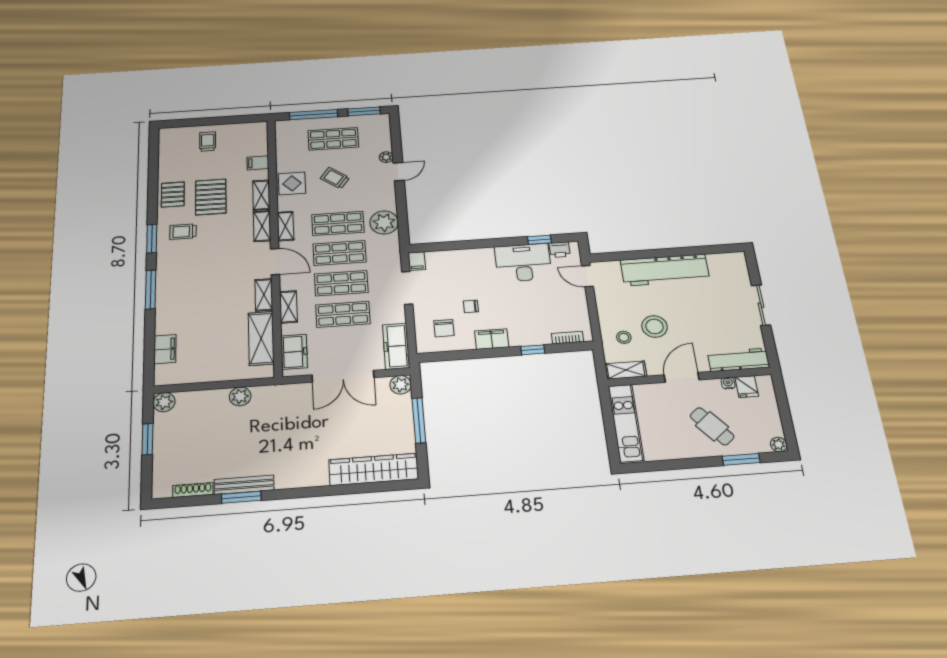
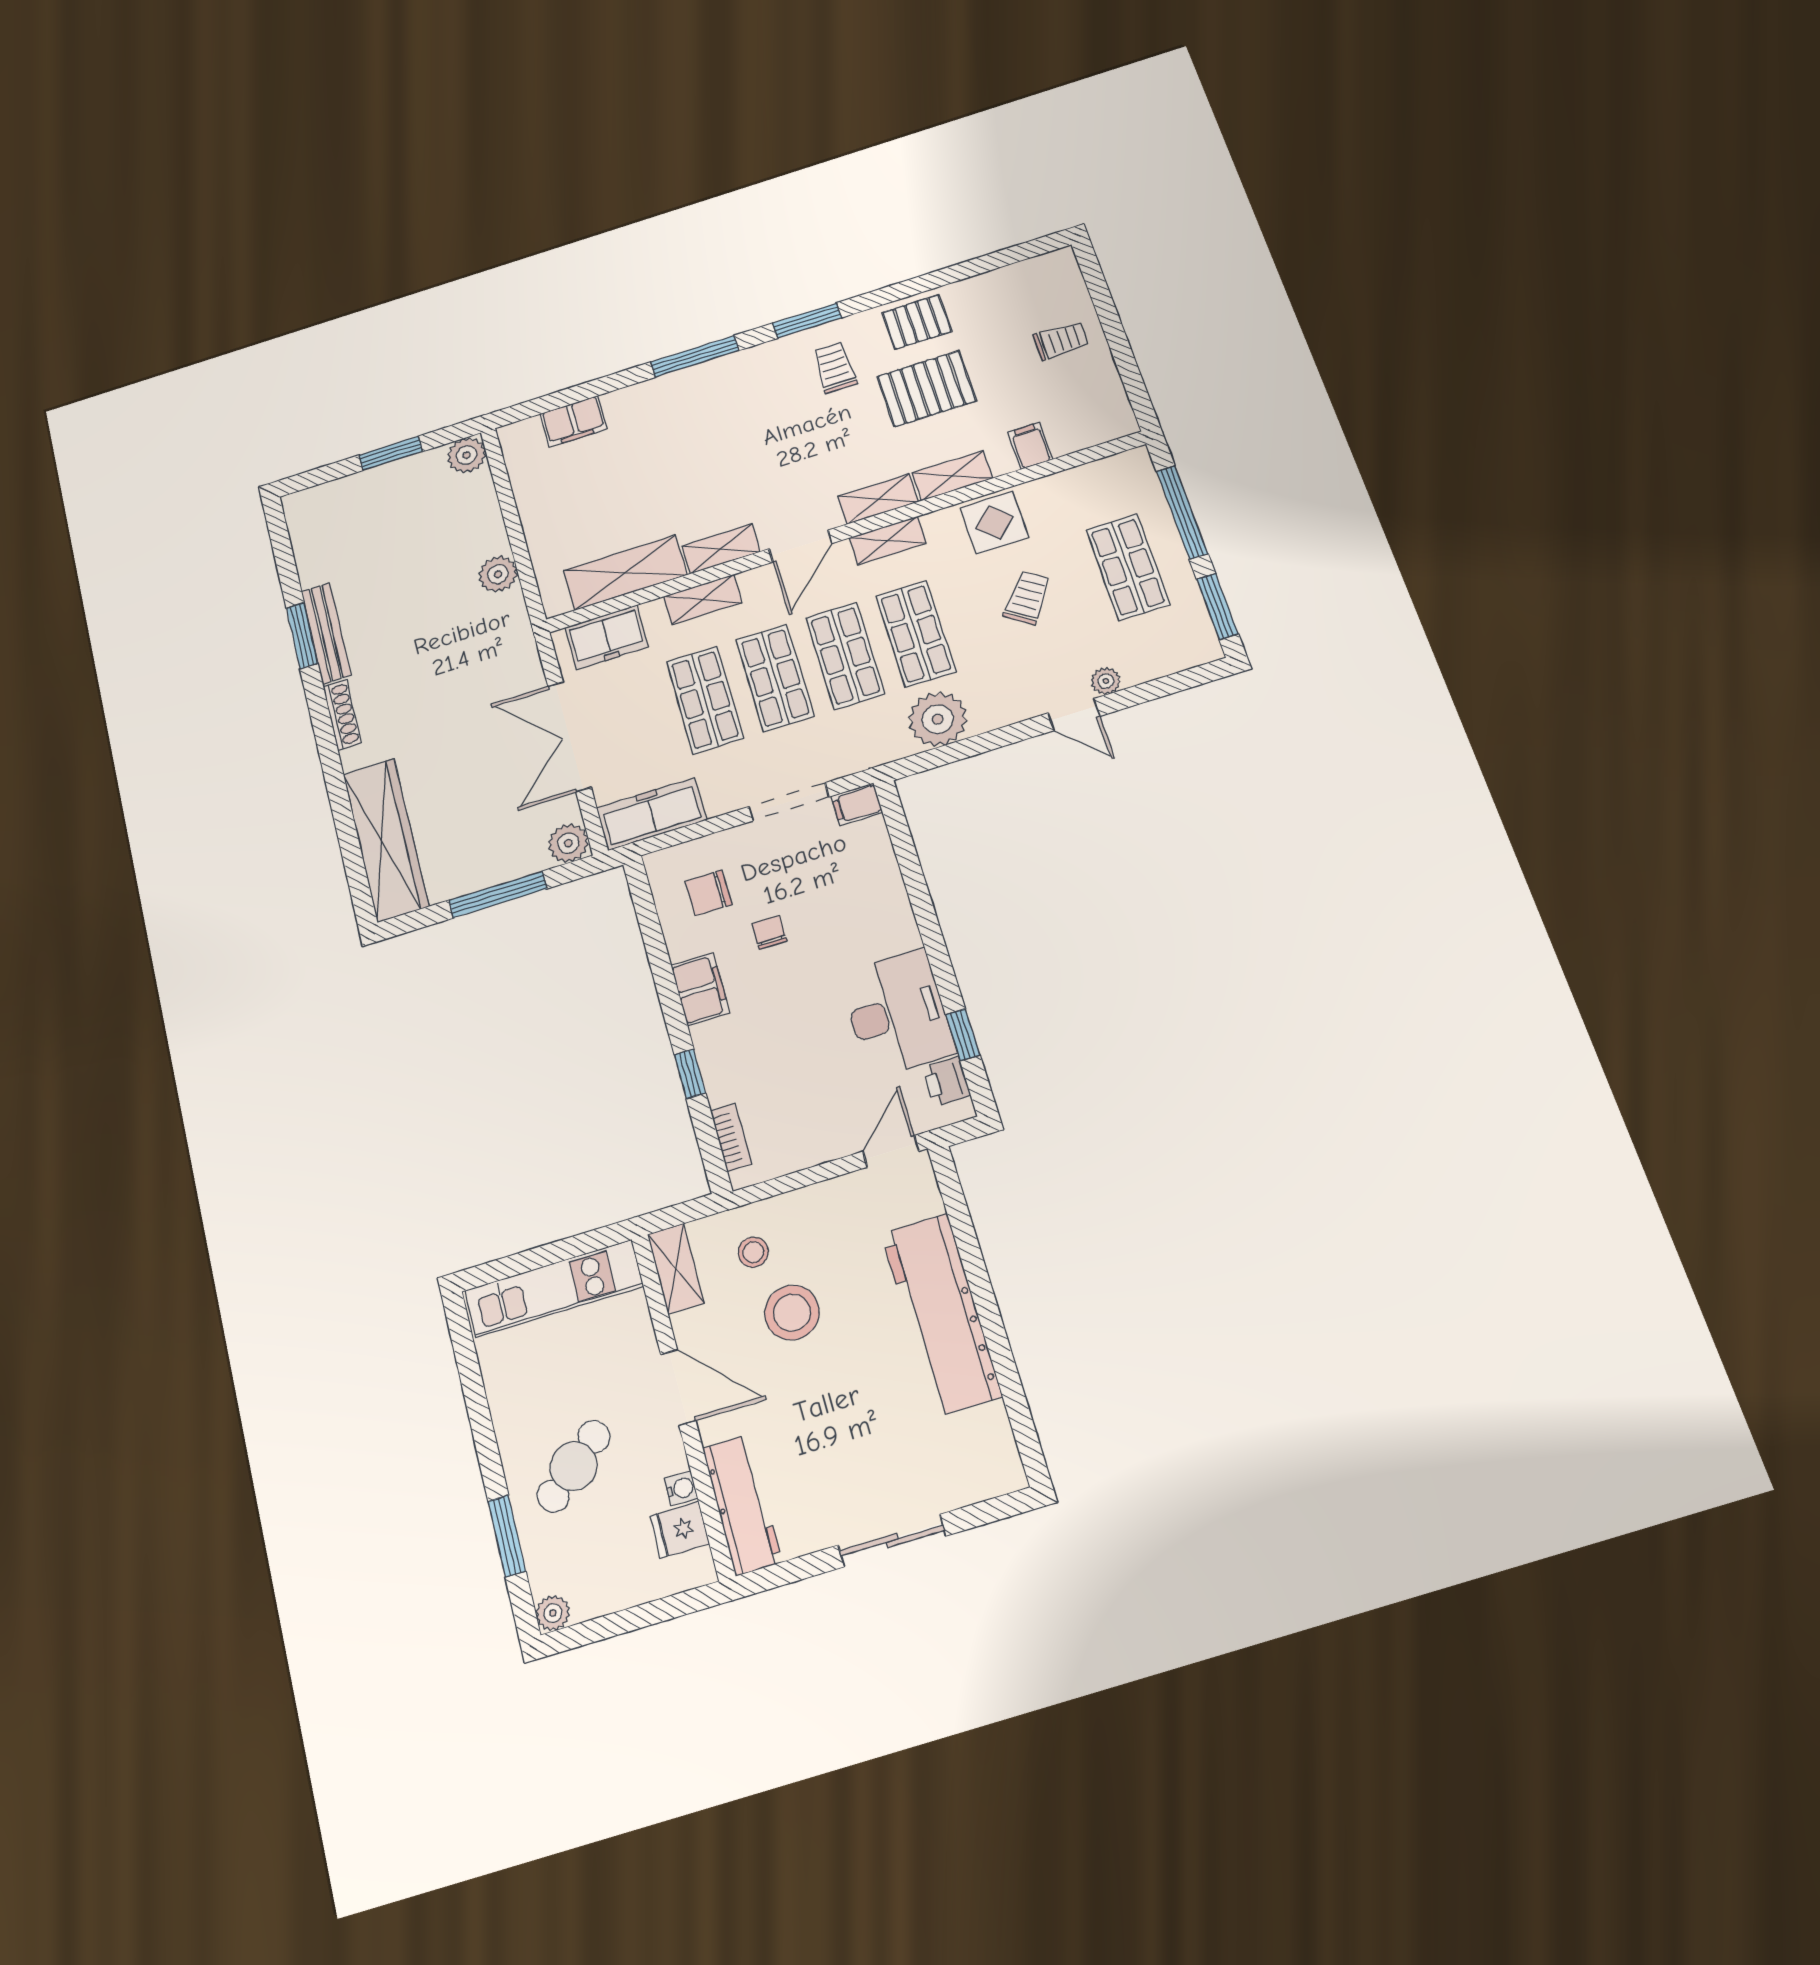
shoe rack: (193, 490) -> (342, 715), moved

